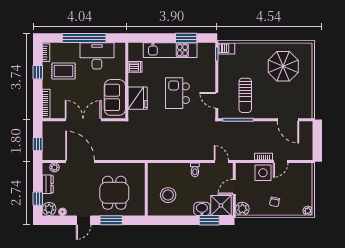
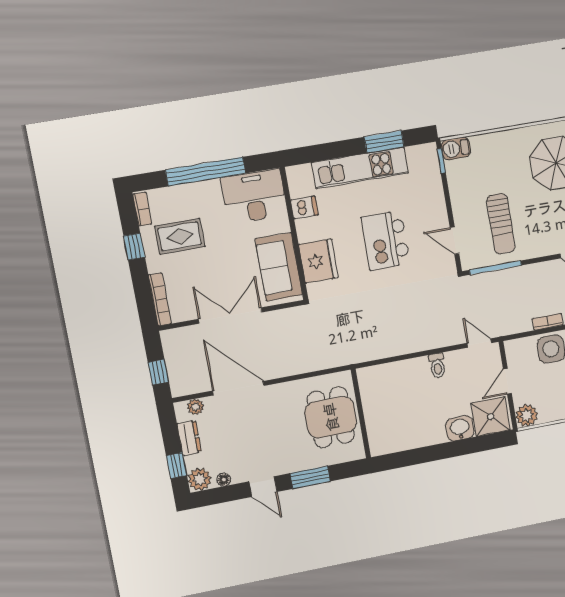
desk: (97, 56) -> (254, 196), moved
dining table: (114, 193) -> (331, 417), moved
stool: (168, 195) -> (399, 416), removed
door: (84, 220) -> (263, 487), hinge flipped
window: (209, 220) -> (475, 445), removed

